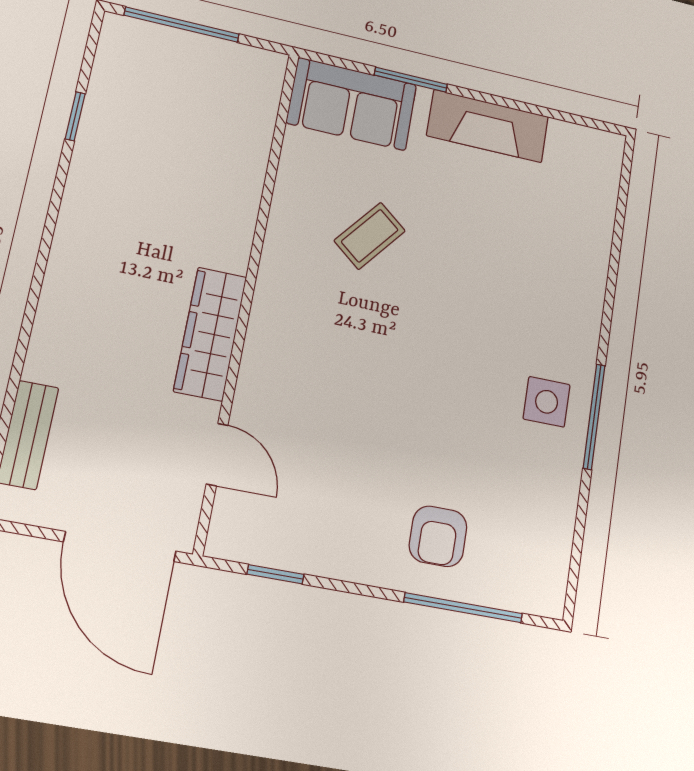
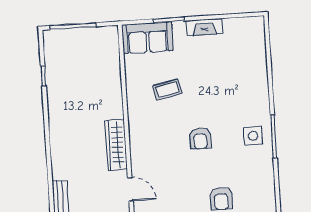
fireplace: (488, 126) -> (205, 27), width x0.73, depth x0.76
coffee table: (370, 236) -> (167, 89), turned 39
armchair: (421, 374) -> (200, 138), added

